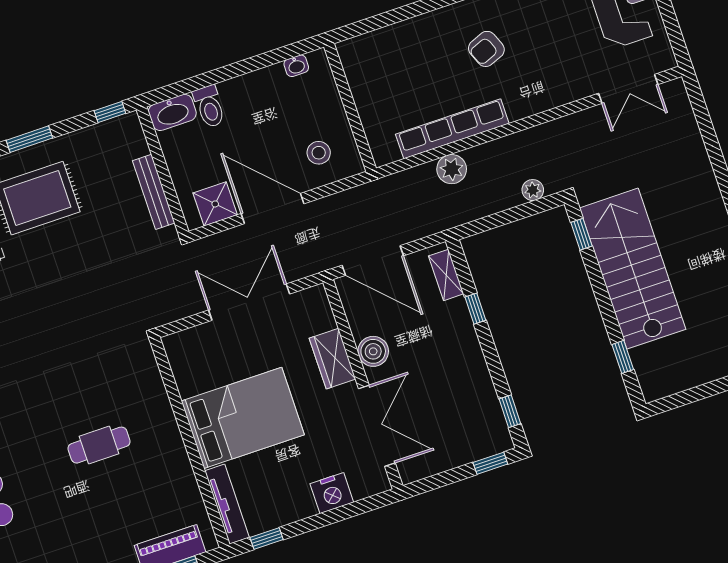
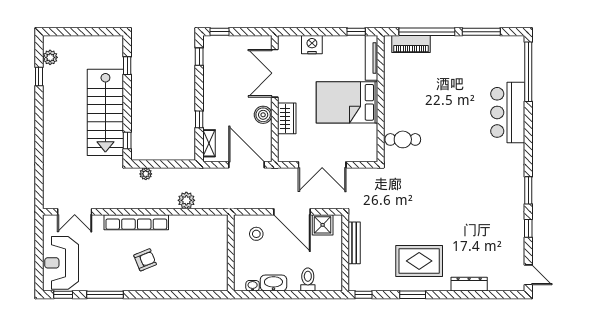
double door: (628, 89) -> (75, 212), swing flipped
washbasin: (172, 112) -> (273, 283), moved
row of seats: (452, 129) -> (136, 222), moved
cafe table: (99, 445) -> (403, 139), moved

